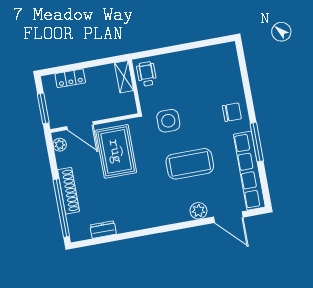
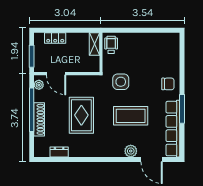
rug: (116, 151) -> (81, 115), moved
window: (61, 208) -> (32, 110), moved

